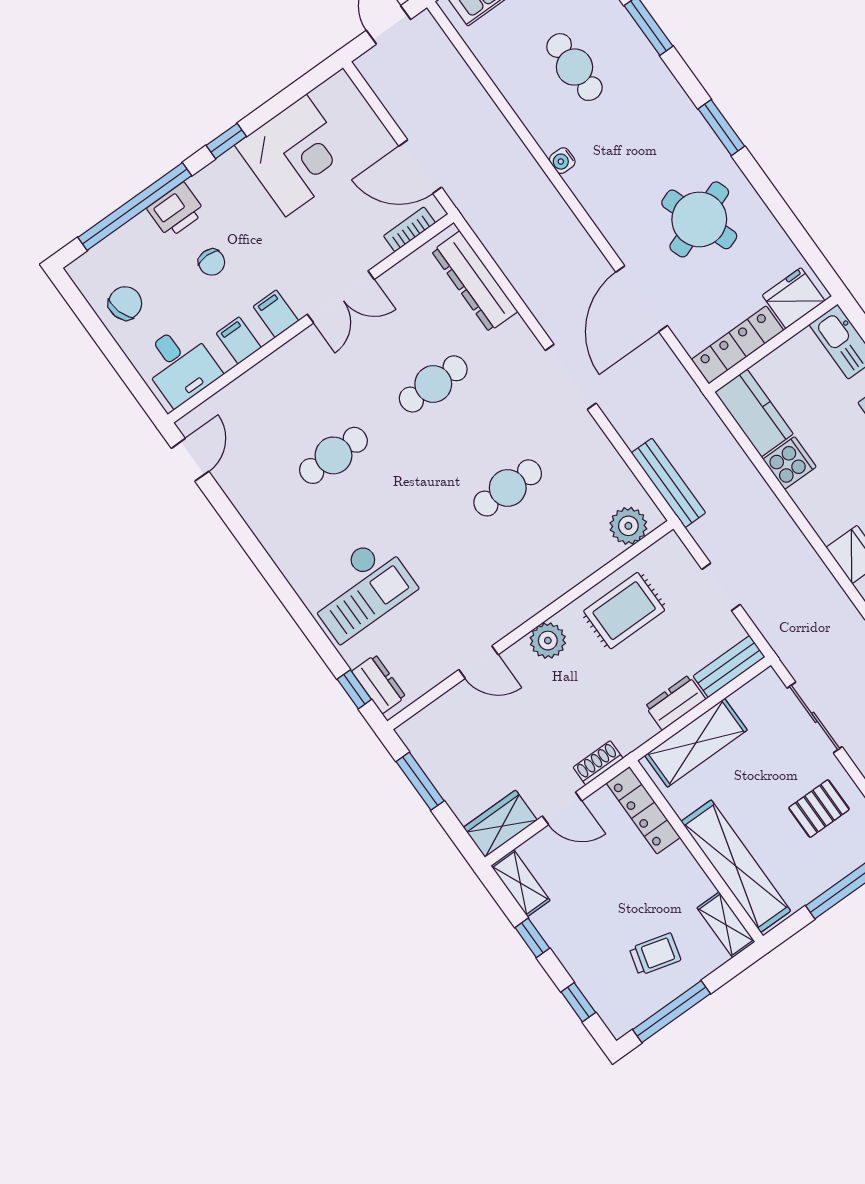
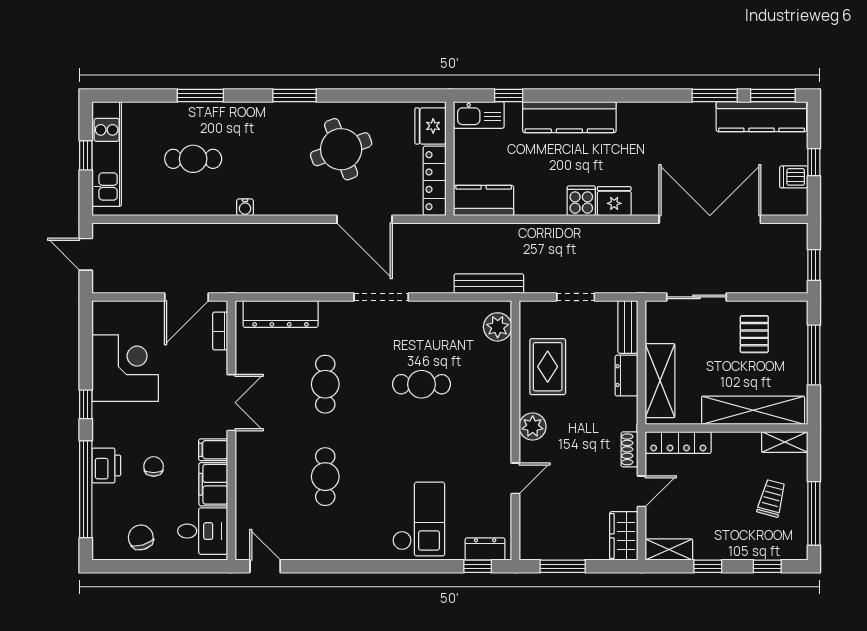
chair: (212, 262) -> (154, 466), turned -90
filing cabinet: (239, 340) -> (213, 484), width x2.00
cooker: (790, 463) -> (581, 201), moved
cafe table: (508, 488) -> (422, 384), turned 90

